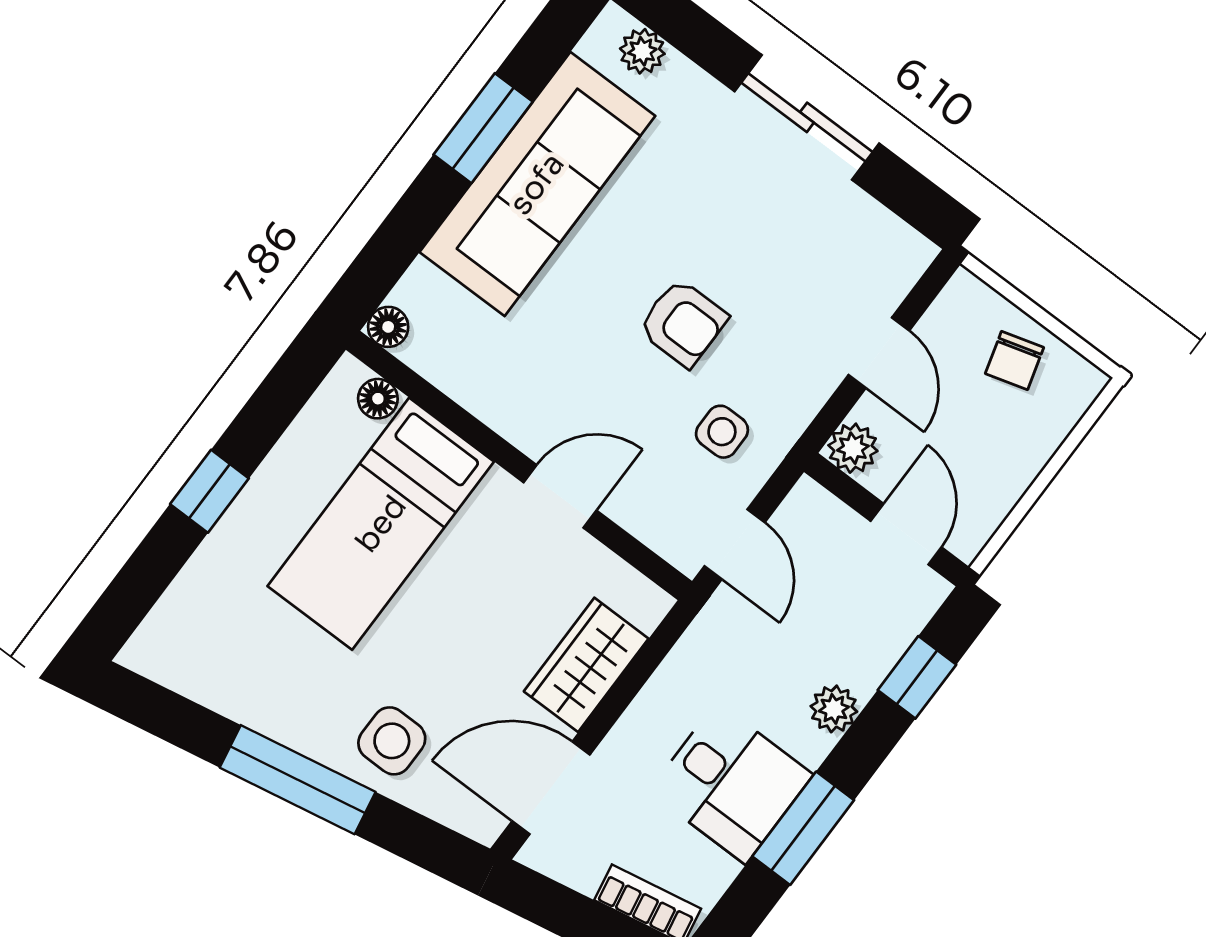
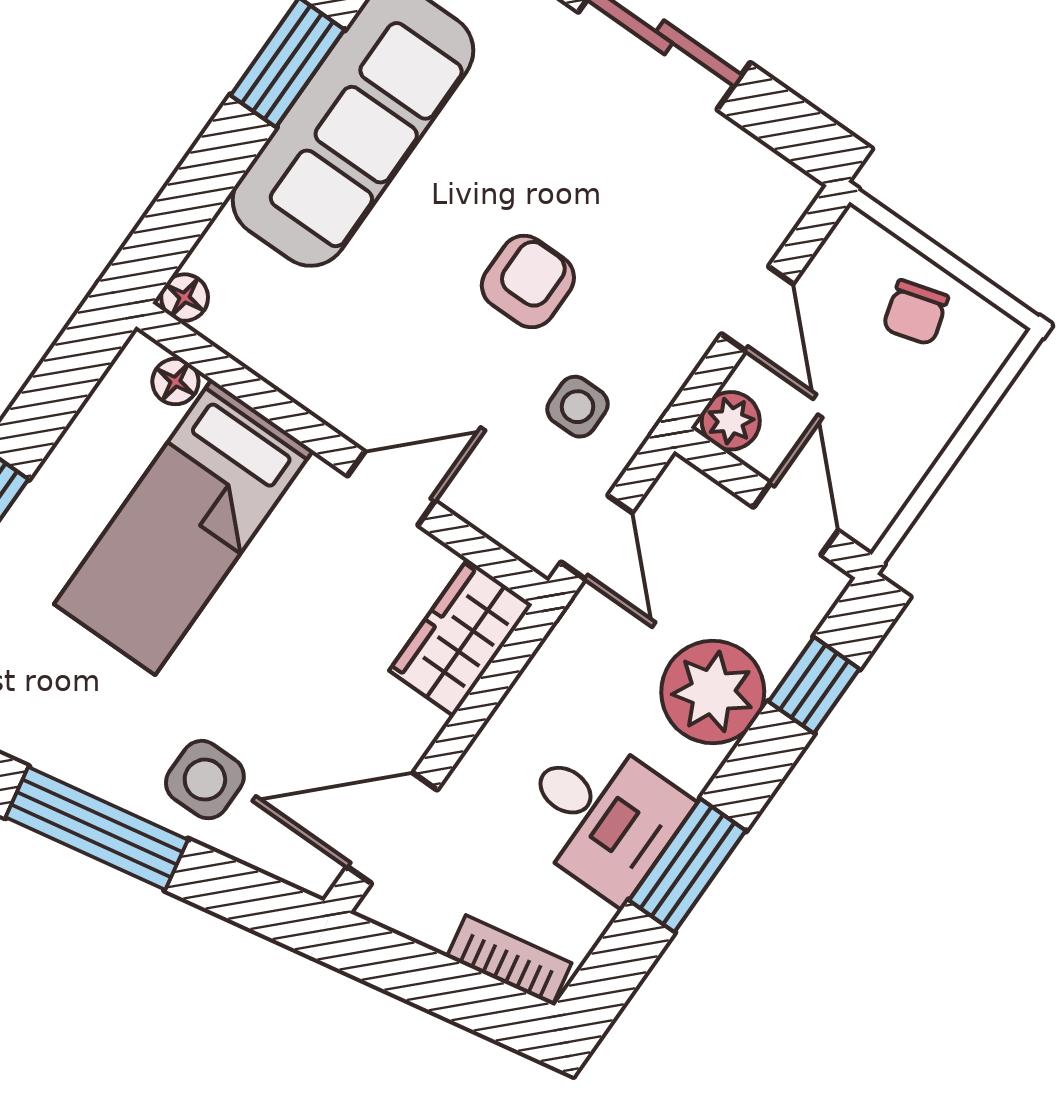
armchair: (683, 323) -> (528, 282), turned -90
wardrobe: (586, 665) -> (461, 638), moved
plant: (834, 709) -> (713, 692), width x1.87, depth x1.87

